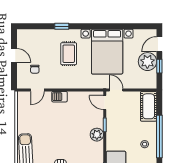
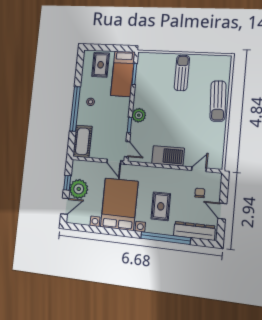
window: (62, 26) -> (166, 238), width x3.17
dresser: (37, 36) -> (194, 231), added
barbecue: (60, 97) -> (168, 156), width x1.88, depth x1.53

